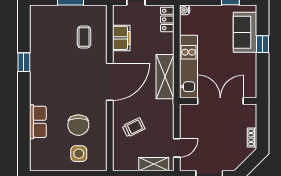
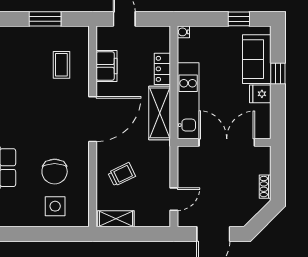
locker: (167, 19) -> (162, 69), moved
fridge: (248, 61) -> (260, 94), added
shelving: (154, 164) -> (116, 219), moved

